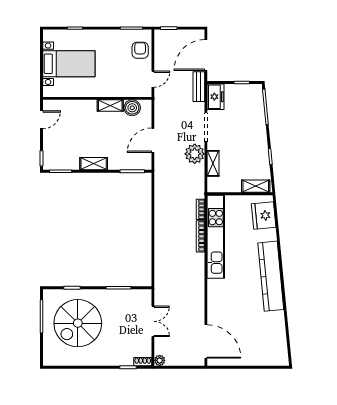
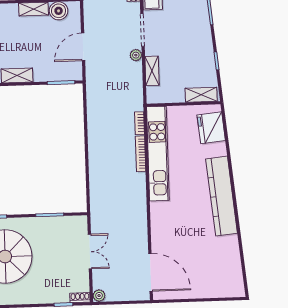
plant: (195, 154) -> (136, 55), width x0.53, depth x0.53

